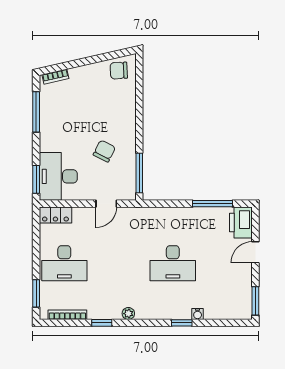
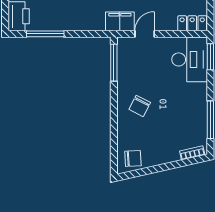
chair: (104, 151) -> (140, 106), moved
filing cabinet: (133, 217) -> (120, 21), added

